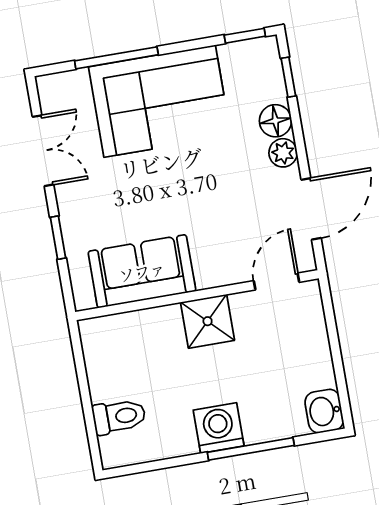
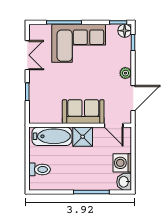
floor lamp: (275, 121) -> (125, 31), moved
sofa: (142, 271) -> (83, 112), moved
door: (276, 281) -> (114, 125), swing flipped
bathtub: (135, 333) -> (52, 136), added
washing machine: (219, 428) -> (122, 163), moved, turned -90

